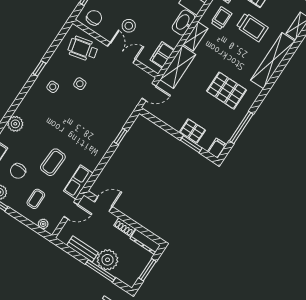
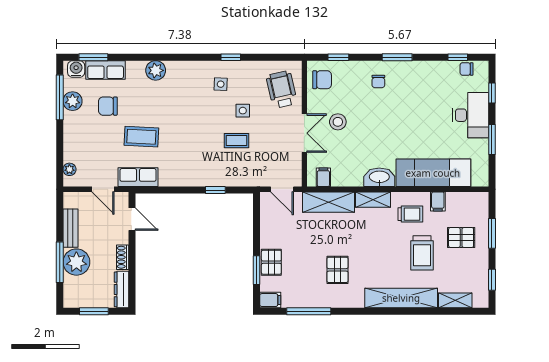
filing cabinet: (162, 55) -> (323, 177), width x0.50
pallet: (227, 91) -> (338, 270), width x0.67, depth x0.71
coffee table: (36, 199) -> (236, 141), moved

